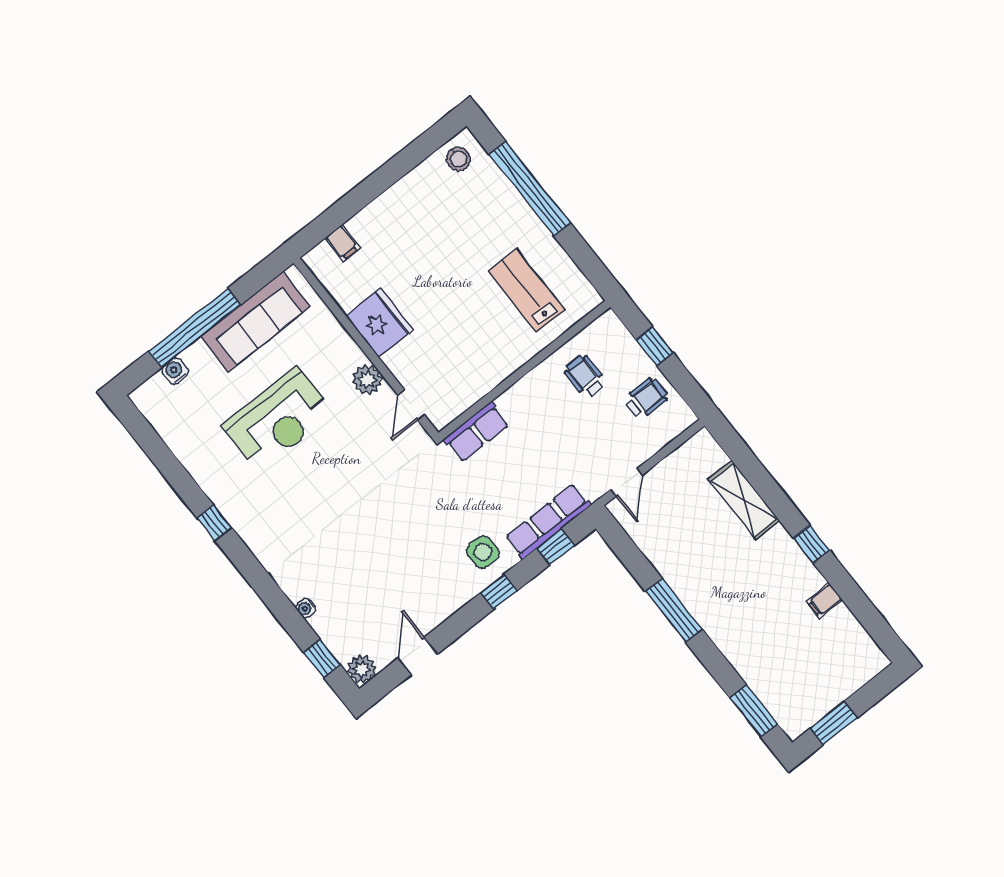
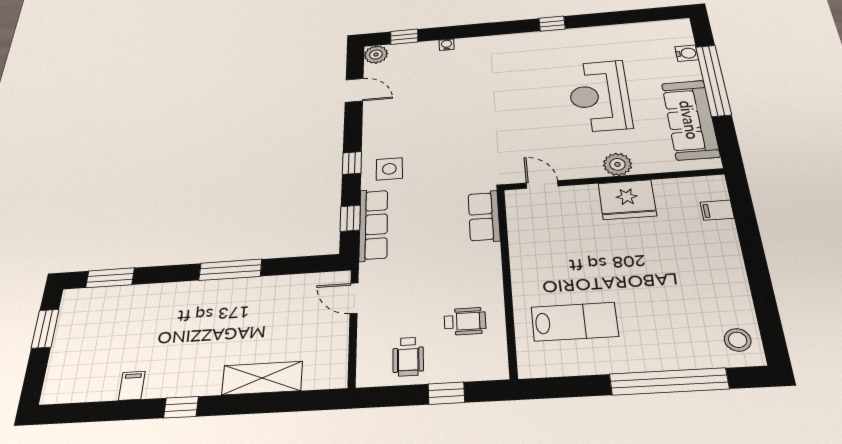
plant: (367, 380) -> (617, 164), moved

